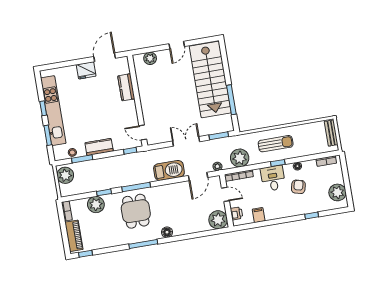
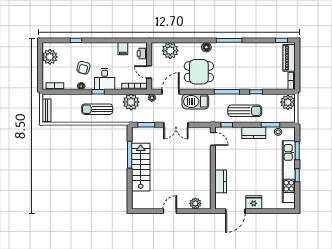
stairs: (210, 79) -> (141, 167), width x0.73, depth x0.66
sun lounger: (113, 169) -> (245, 111), added
plant: (65, 175) -> (288, 102), moved
plant: (96, 204) -> (265, 82), removed
dining table: (136, 211) -> (199, 72), moved, turned 90
plant: (218, 220) -> (170, 51), moved

